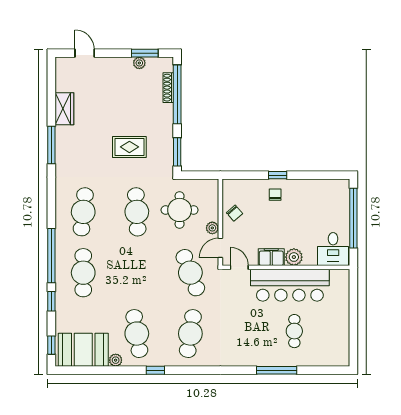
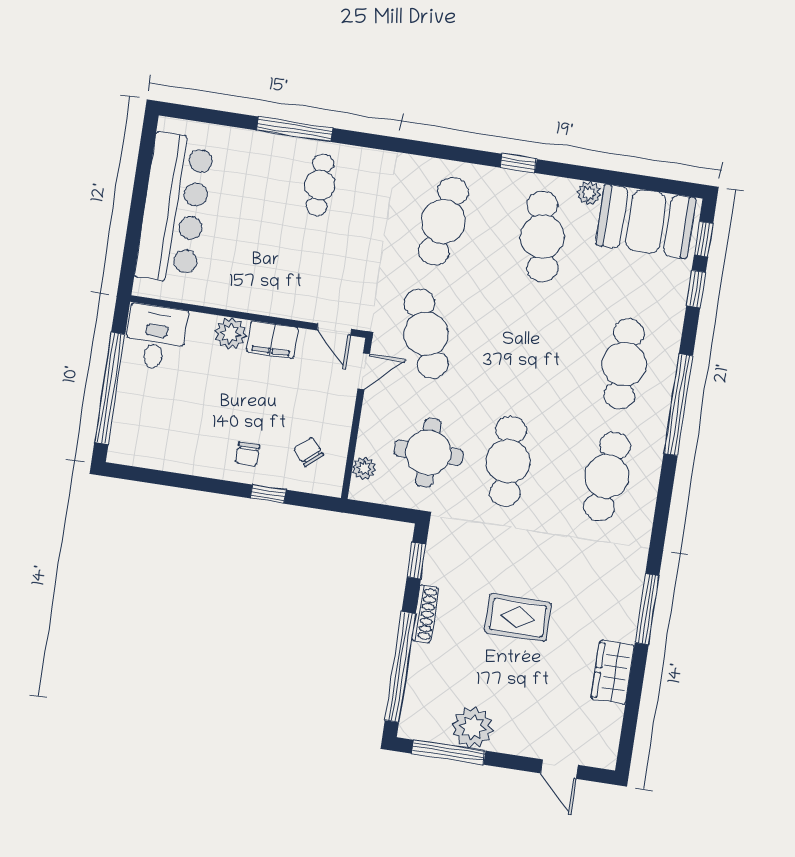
window: (145, 53) -> (448, 752), width x1.44
plant: (139, 63) -> (472, 727), width x1.87, depth x1.87
shoe rack: (168, 88) -> (425, 614), moved
rug: (129, 147) -> (518, 618), moved
window: (177, 152) -> (416, 561), width x0.67
window: (278, 175) -> (268, 494), moved
chair: (235, 213) -> (309, 452), moved
plant: (212, 228) -> (364, 468), moved
bar counter: (290, 285) -> (175, 208), moved, turned 90
window: (51, 301) -> (696, 289), moved
cafe table: (294, 331) -> (320, 185), moved

